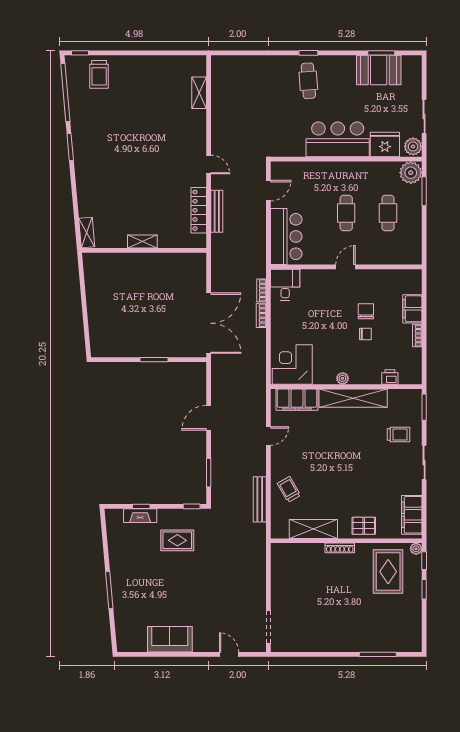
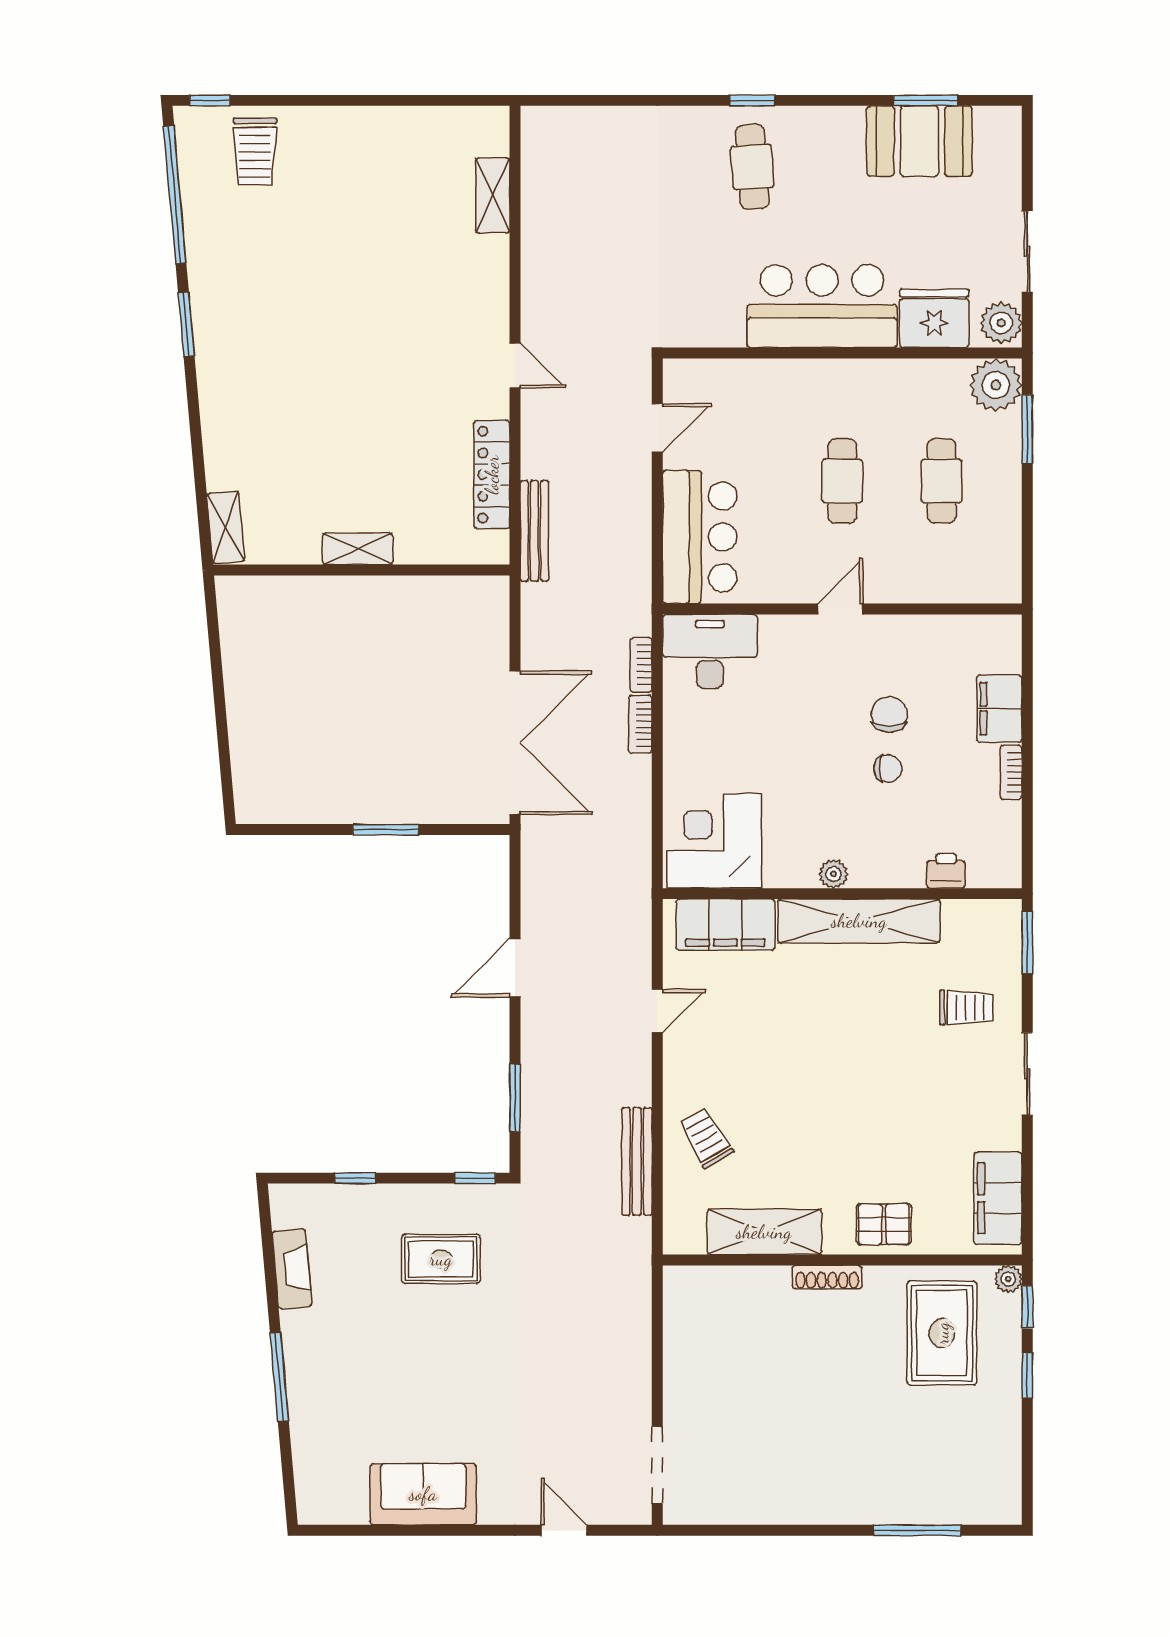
bench: (217, 211) -> (534, 531), moved
desk: (285, 285) -> (710, 651), width x1.37
fireplace: (140, 516) -> (292, 1269), moved, turned -95

